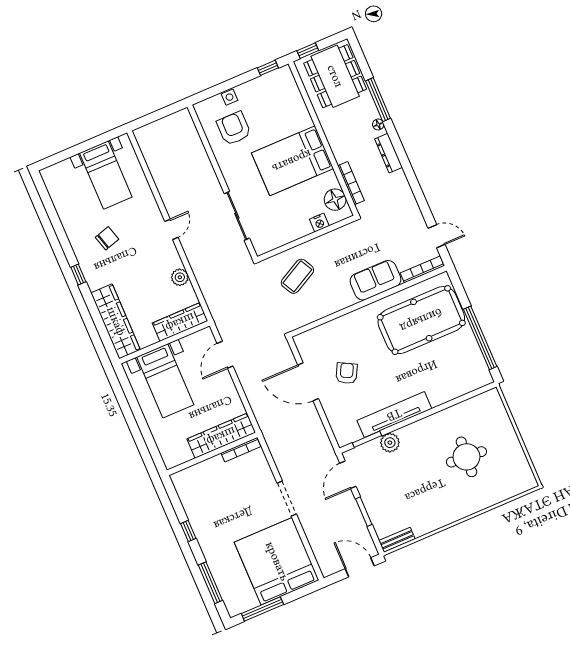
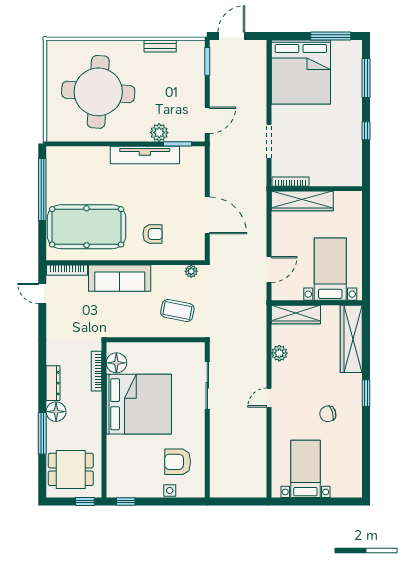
dining table: (335, 76) -> (71, 469), width x0.73
floor lamp: (378, 125) -> (56, 412), width x1.89, depth x1.89
armchair: (234, 128) -> (178, 462), turned 90
bed: (292, 161) -> (139, 404), width x1.36
nightstand: (319, 223) -> (139, 349), removed
window: (78, 275) -> (366, 393), width x1.50
coffee table: (297, 276) -> (177, 310), turned 39
sofa: (375, 280) -> (120, 278), width x1.36
plant: (300, 320) -> (191, 271), added
armchair: (347, 373) -> (153, 234), moved, turned -118
round table: (466, 457) -> (98, 92), width x1.86, depth x1.86
doorway: (287, 499) -> (269, 141), moved
window: (364, 512) -> (207, 61), moved
bench: (397, 540) -> (160, 46), moved
door: (360, 567) -> (231, 36), swing flipped

